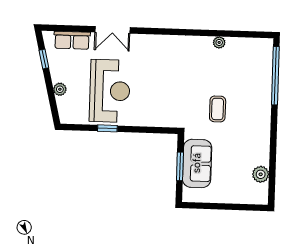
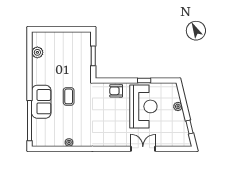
row of seats: (72, 40) -> (171, 141), removed
reception desk: (110, 91) -> (143, 106), turned 180
armchair: (148, 115) -> (116, 91), added
sofa: (197, 163) -> (41, 102), moved, turned 180

